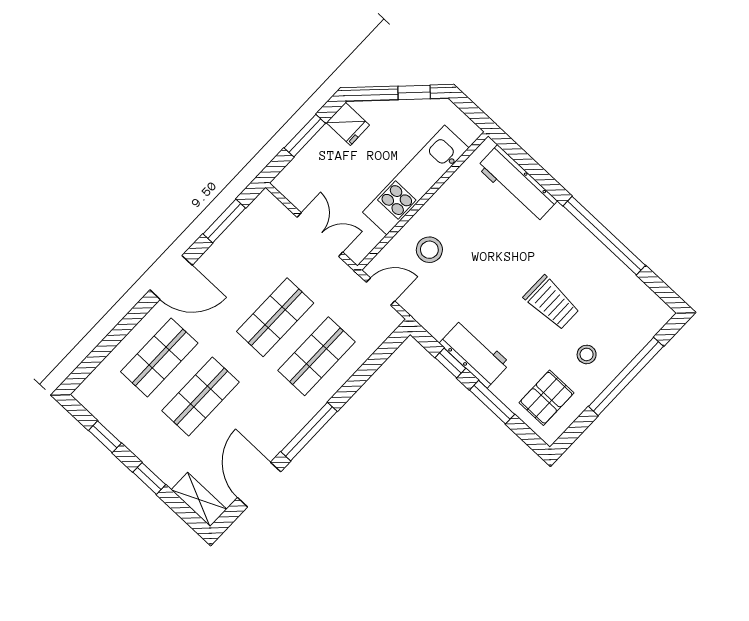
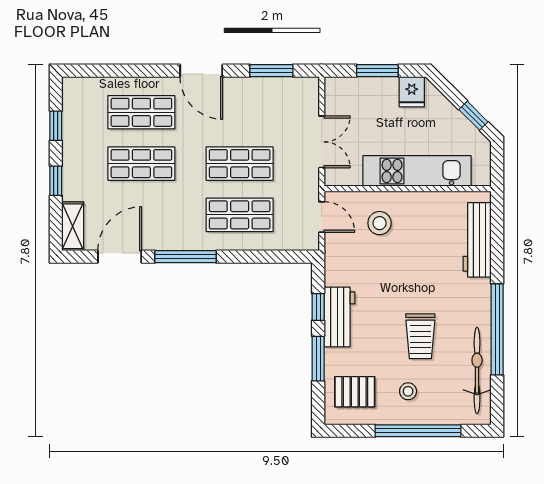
bicycle: (622, 283) -> (477, 371), added

